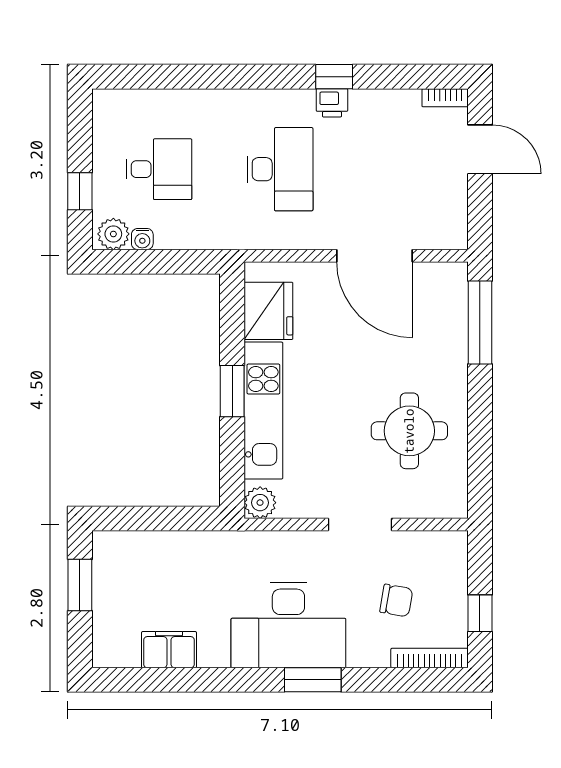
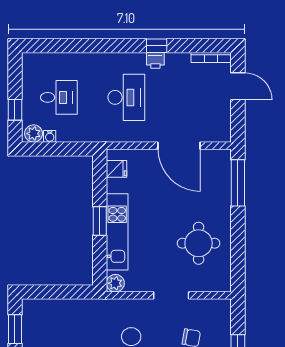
bookcase: (445, 98) -> (211, 58), width x1.56
fridge: (268, 311) -> (117, 169), width x0.53, depth x0.75

